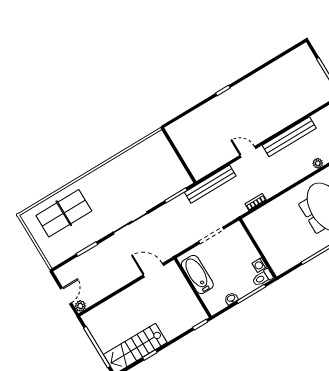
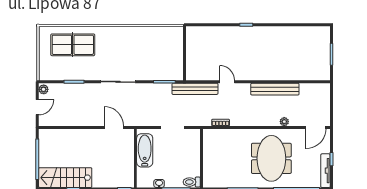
door: (248, 152) -> (227, 82), moved
washing machine: (260, 265) -> (195, 171), removed
plant: (80, 306) -> (44, 89), moved

